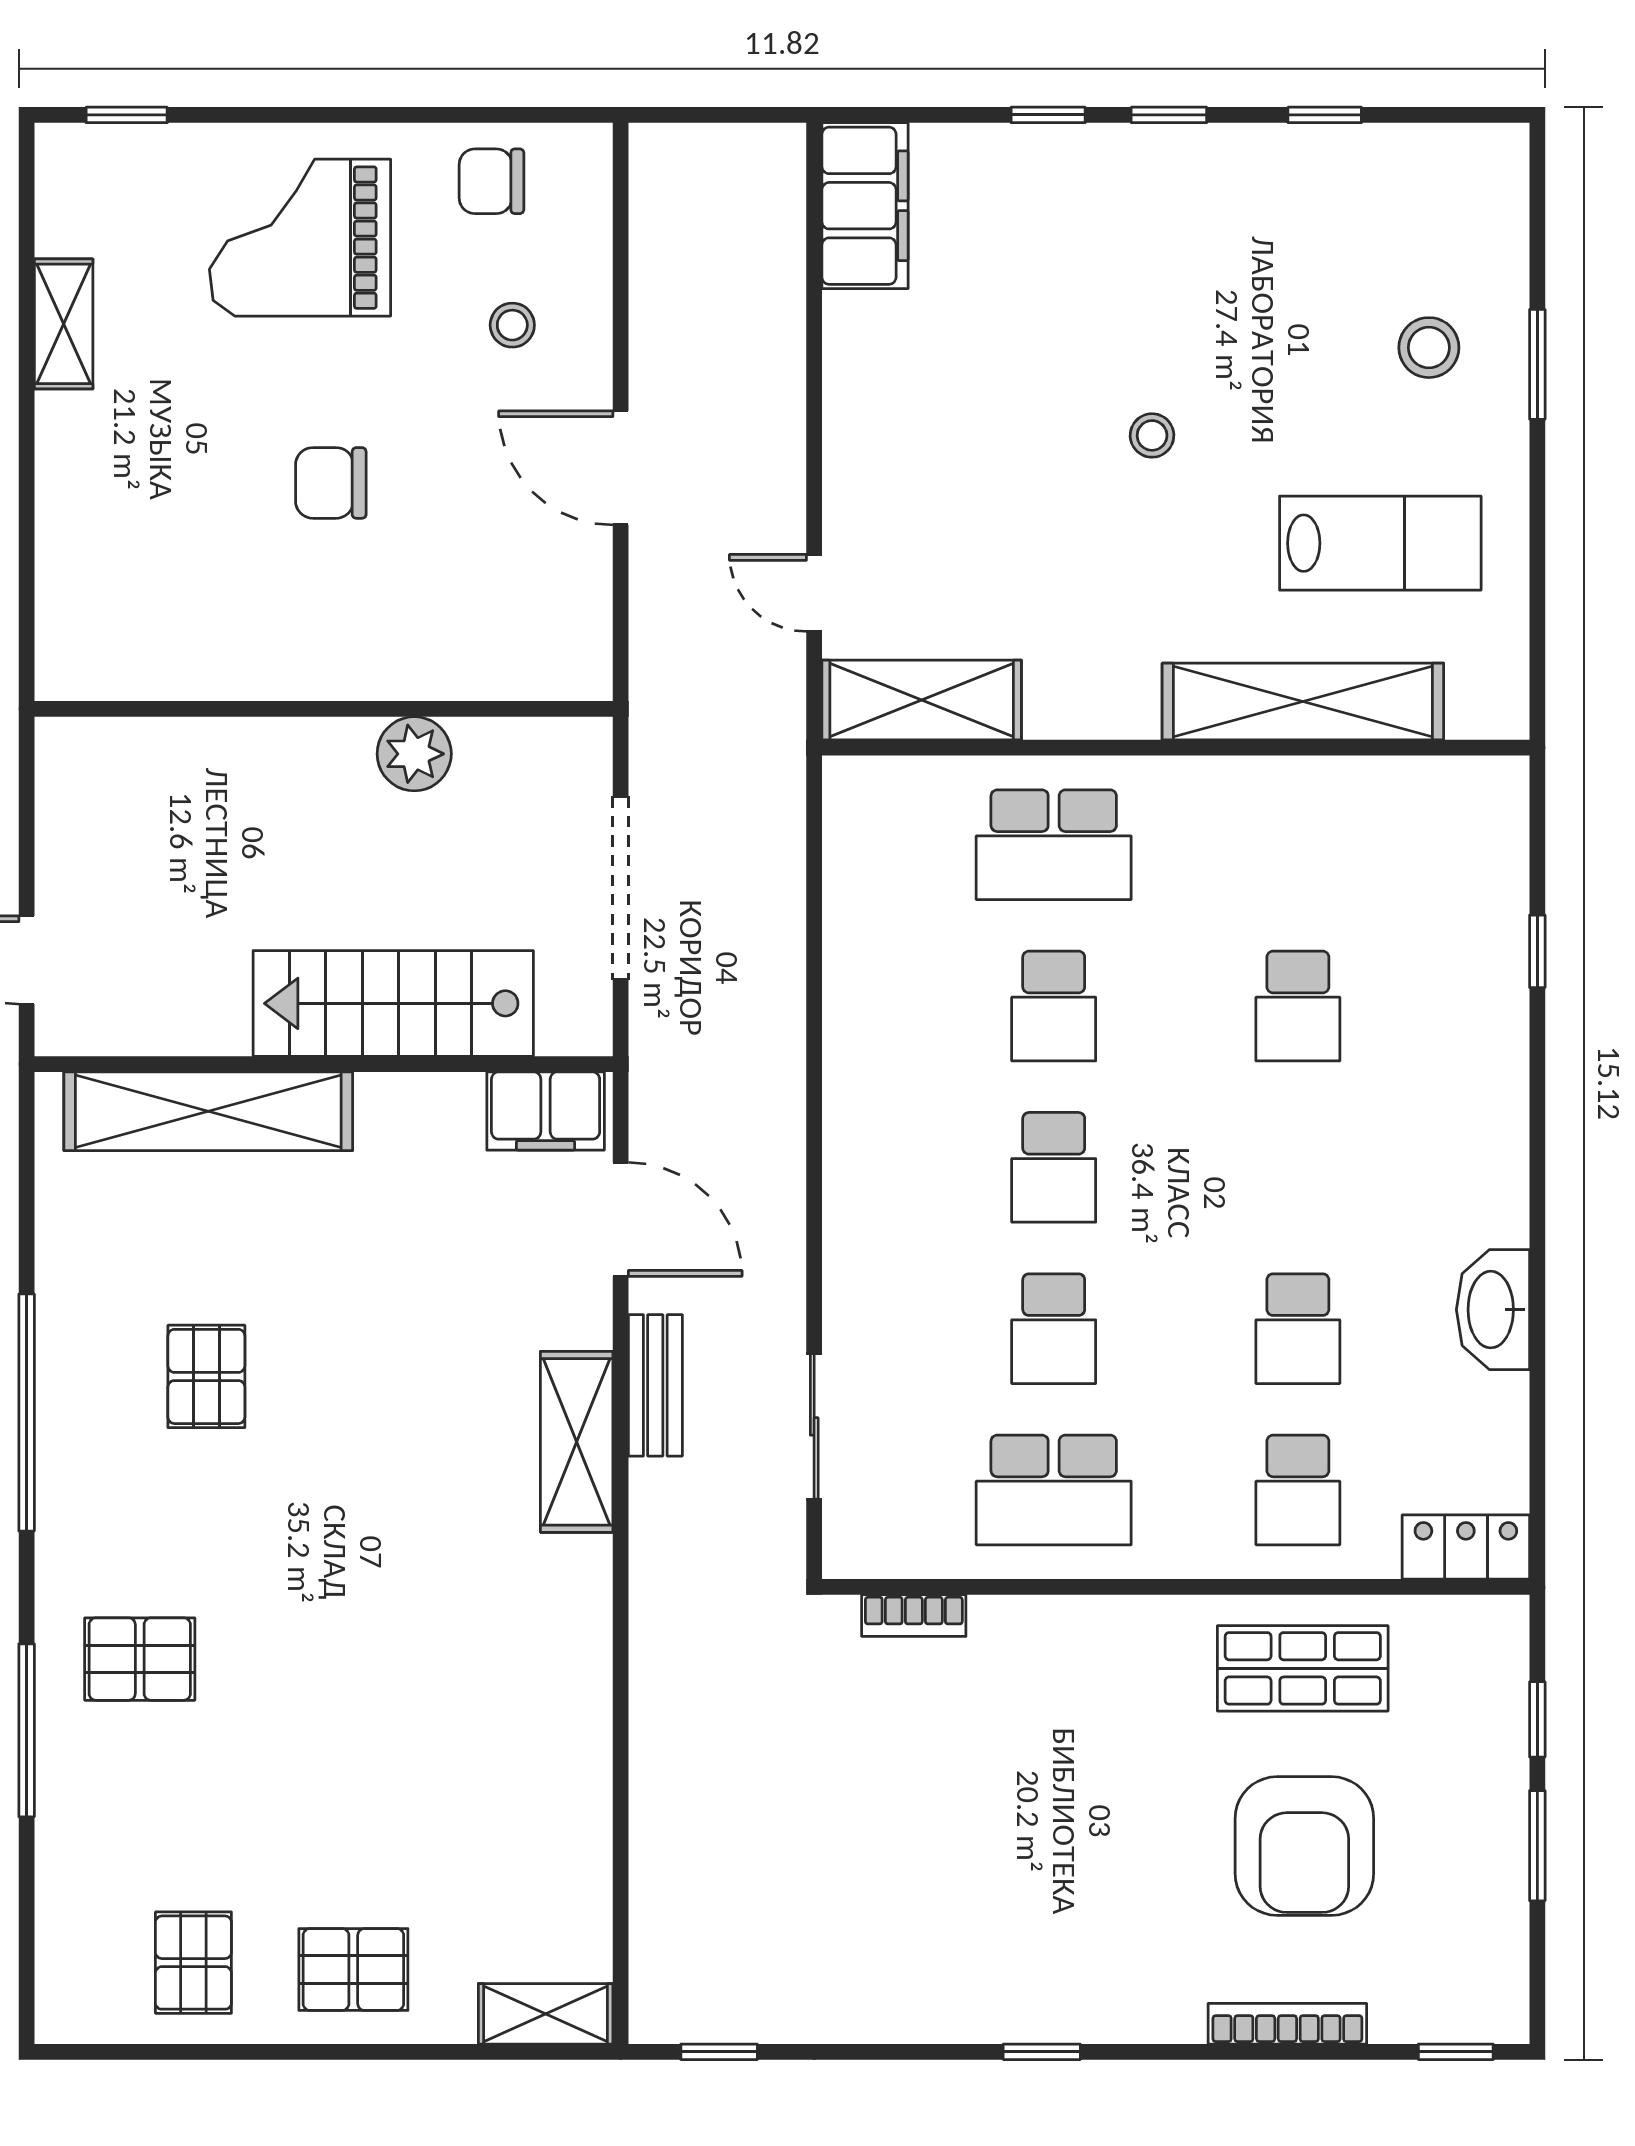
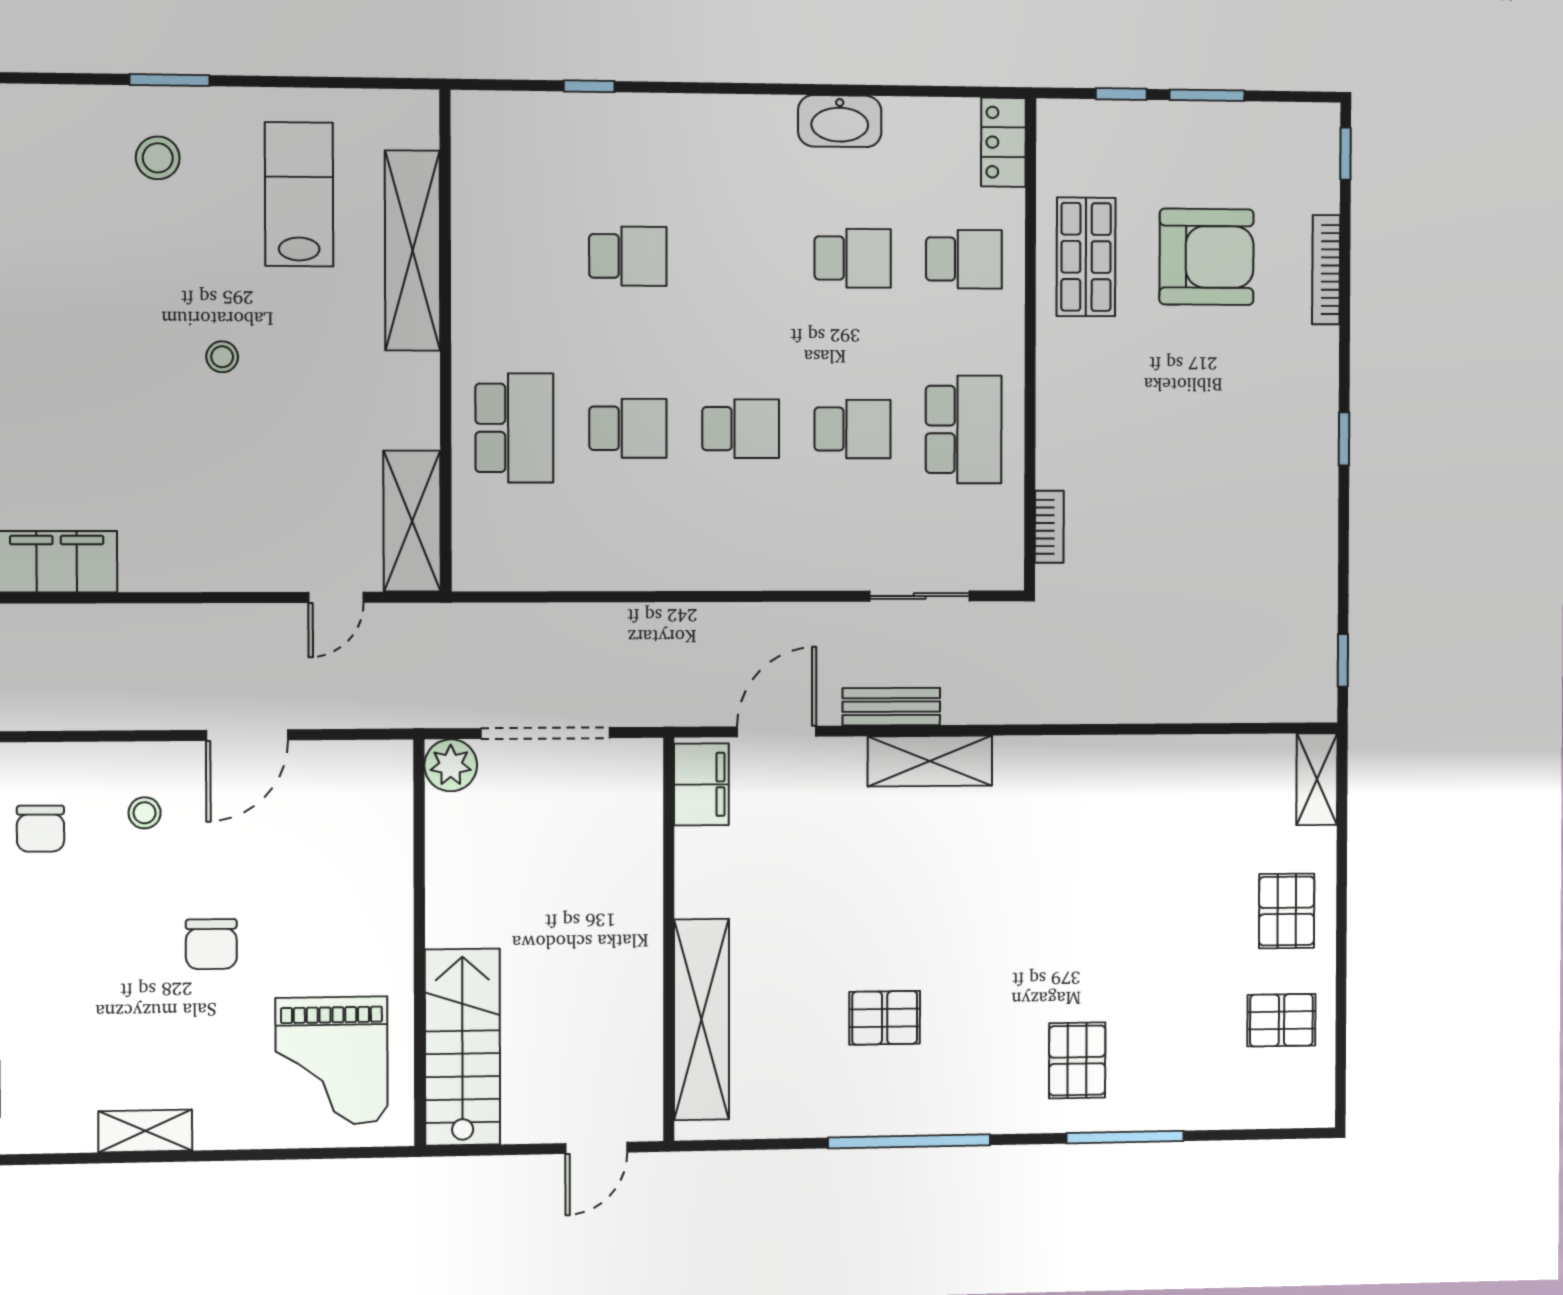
grand piano: (300, 238) -> (332, 1061), moved
chair: (331, 483) -> (211, 944), moved
plant: (414, 754) -> (451, 765), moved
stairs: (393, 1003) -> (462, 1047), moved, turned 180

